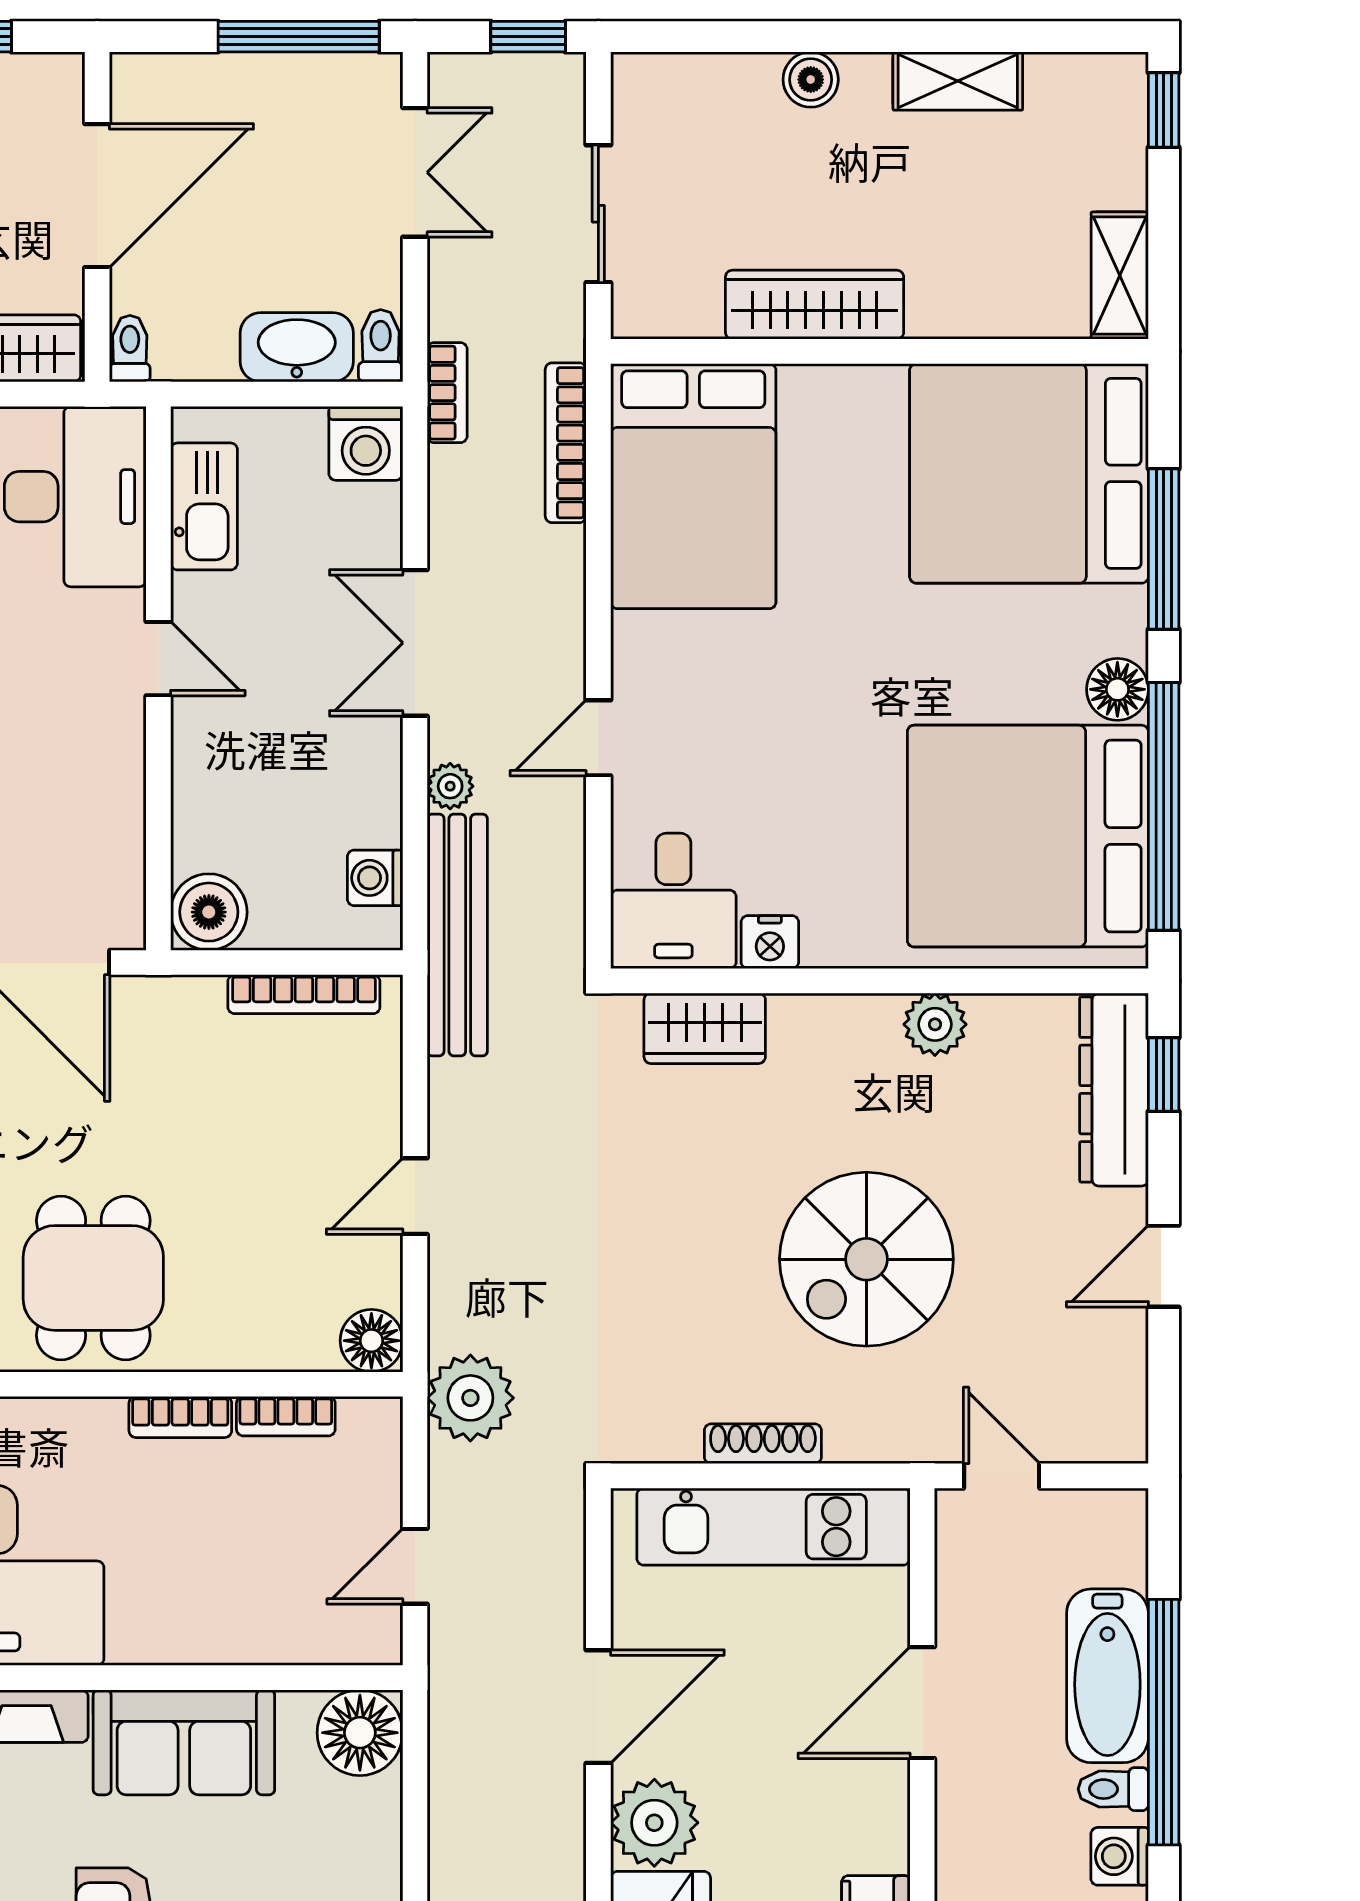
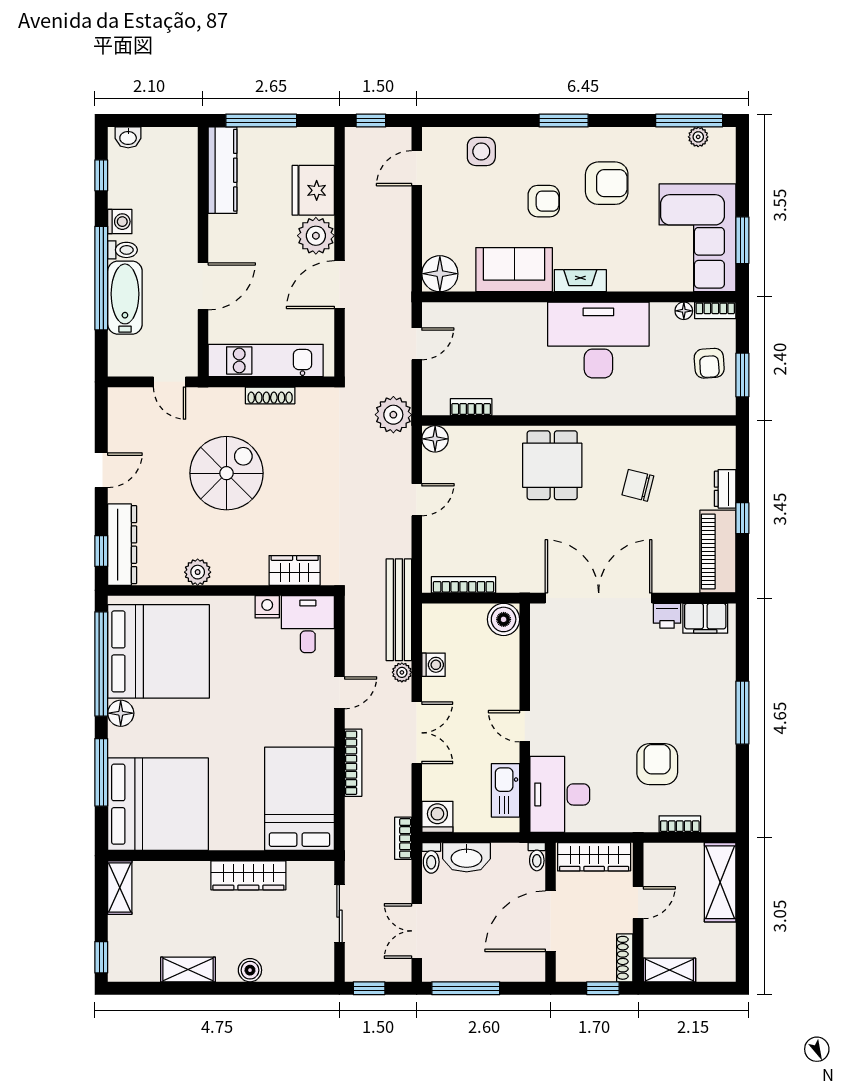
bookcase: (566, 443) -> (353, 763), moved
washing machine: (375, 878) -> (434, 665), moved
bookcase: (180, 1417) -> (516, 407), removed

